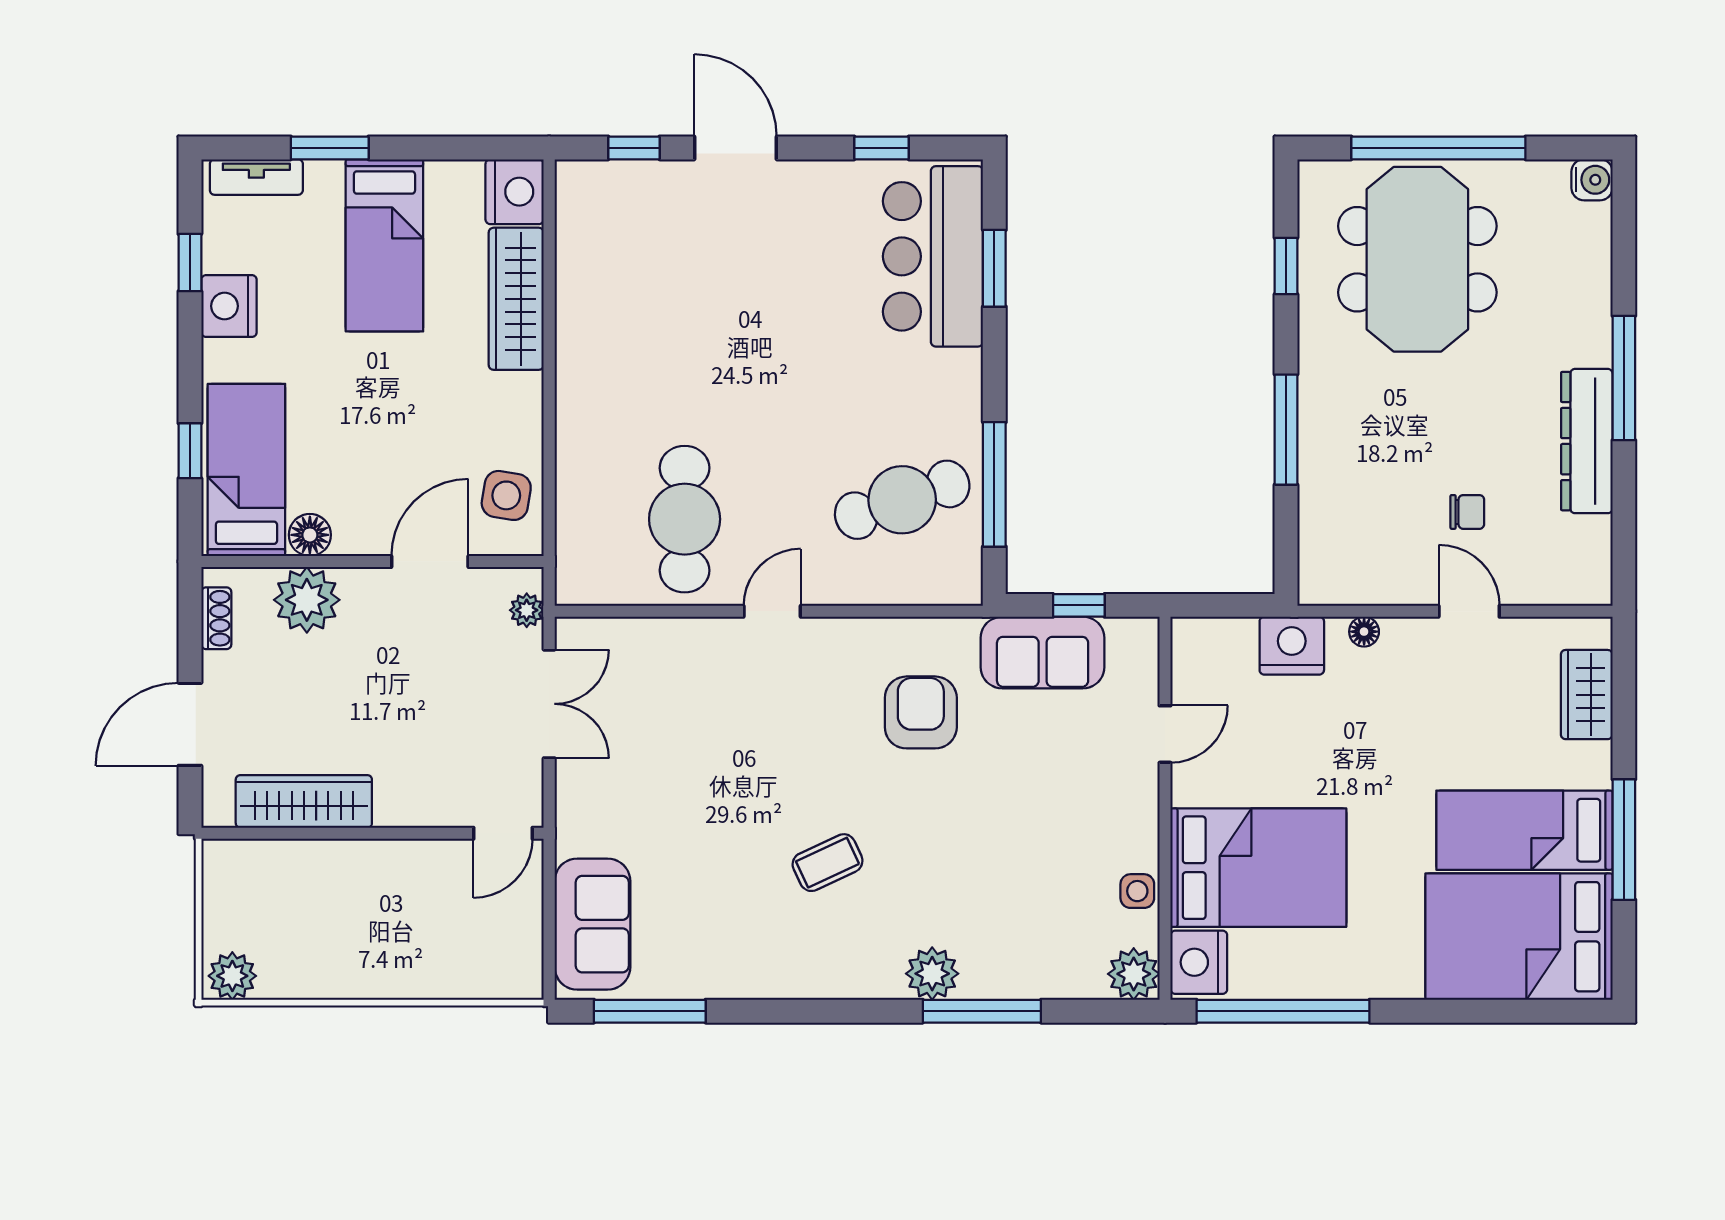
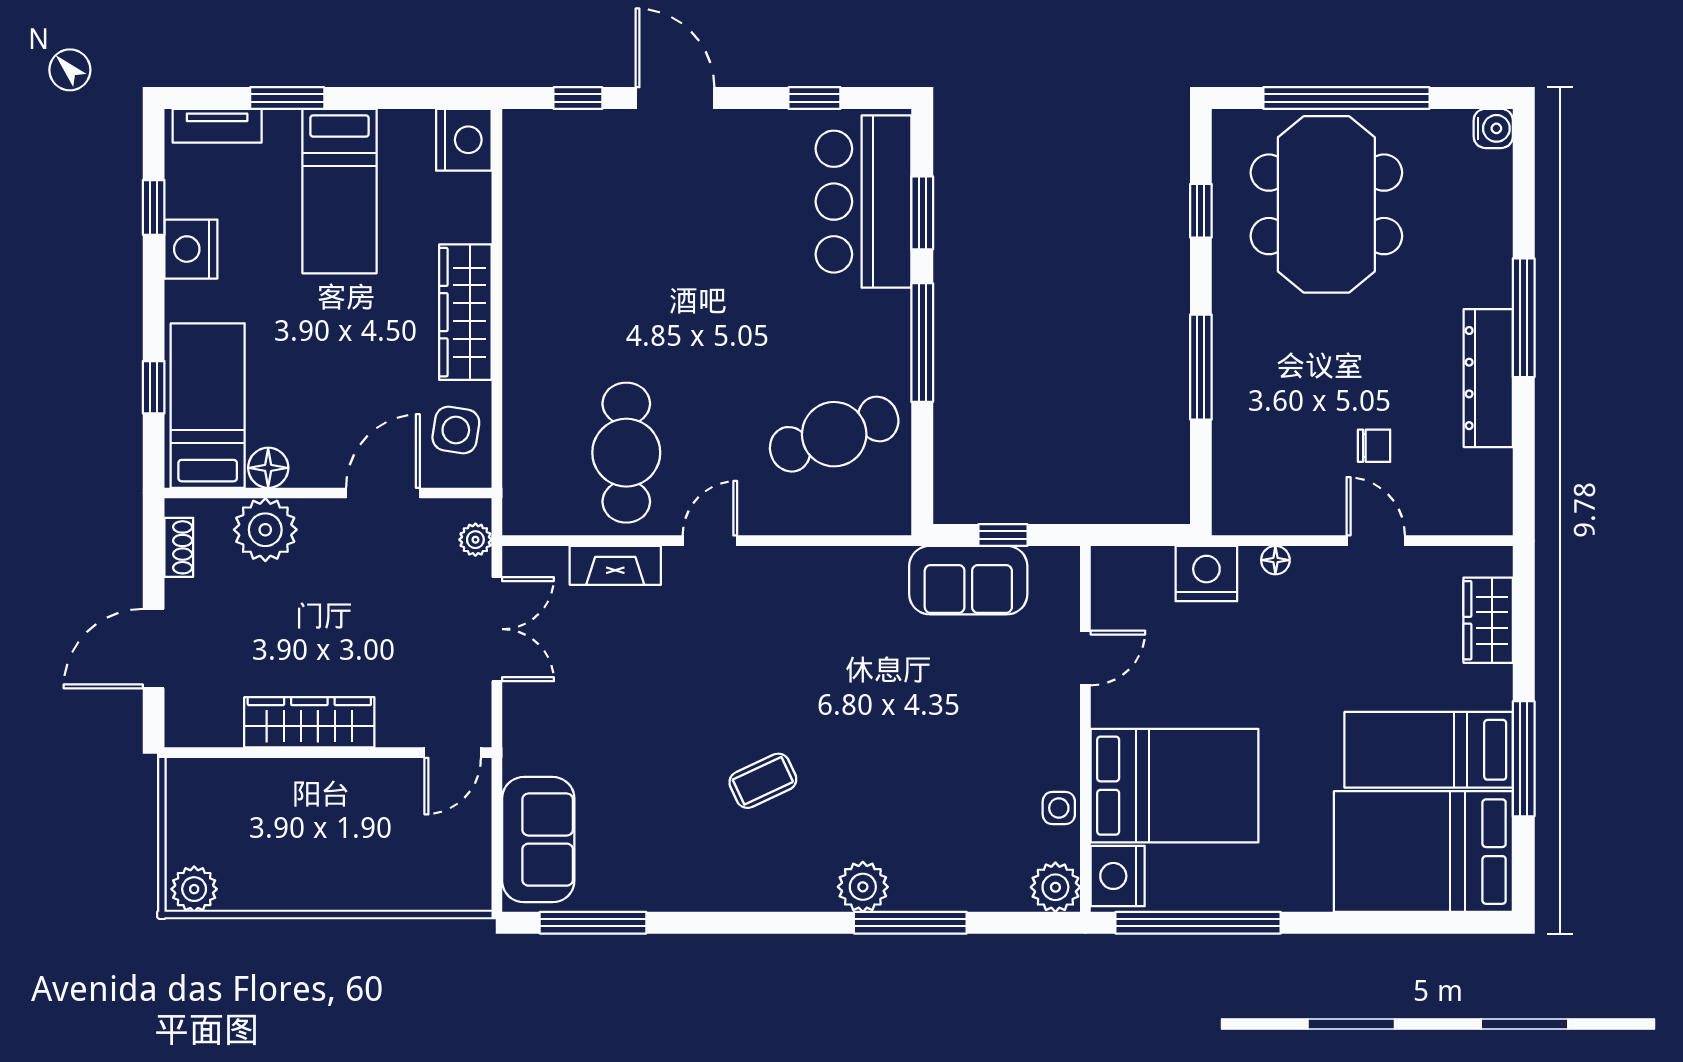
wardrobe: (516, 299) -> (465, 312), moved
window: (994, 484) -> (922, 343), moved
fireplace: (673, 637) -> (615, 565), added
armchair: (921, 712) -> (852, 637), removed
wardrobe: (304, 801) -> (309, 722), moved

